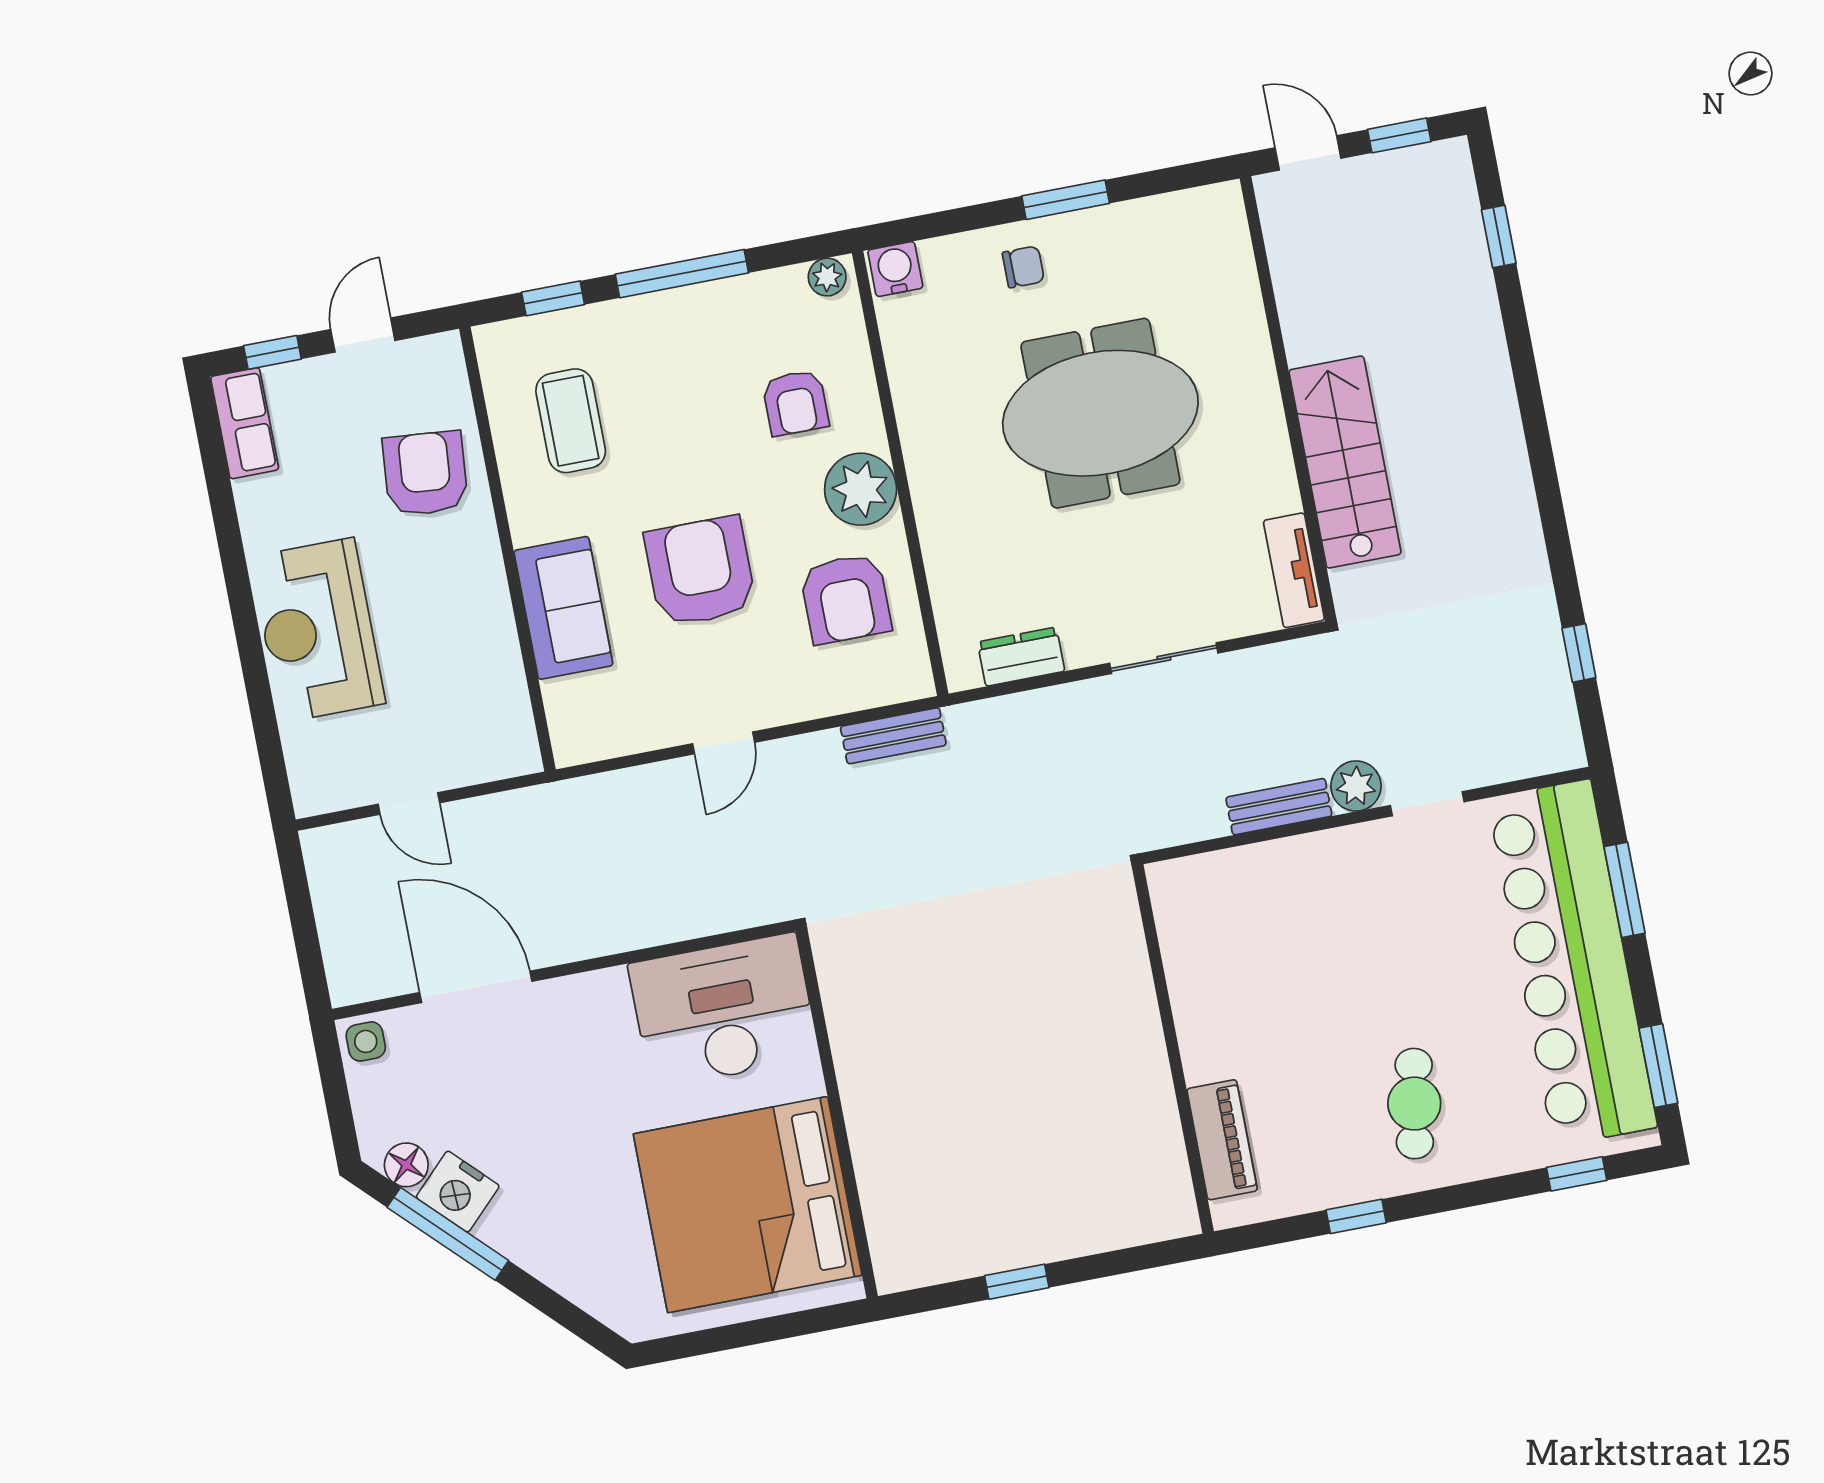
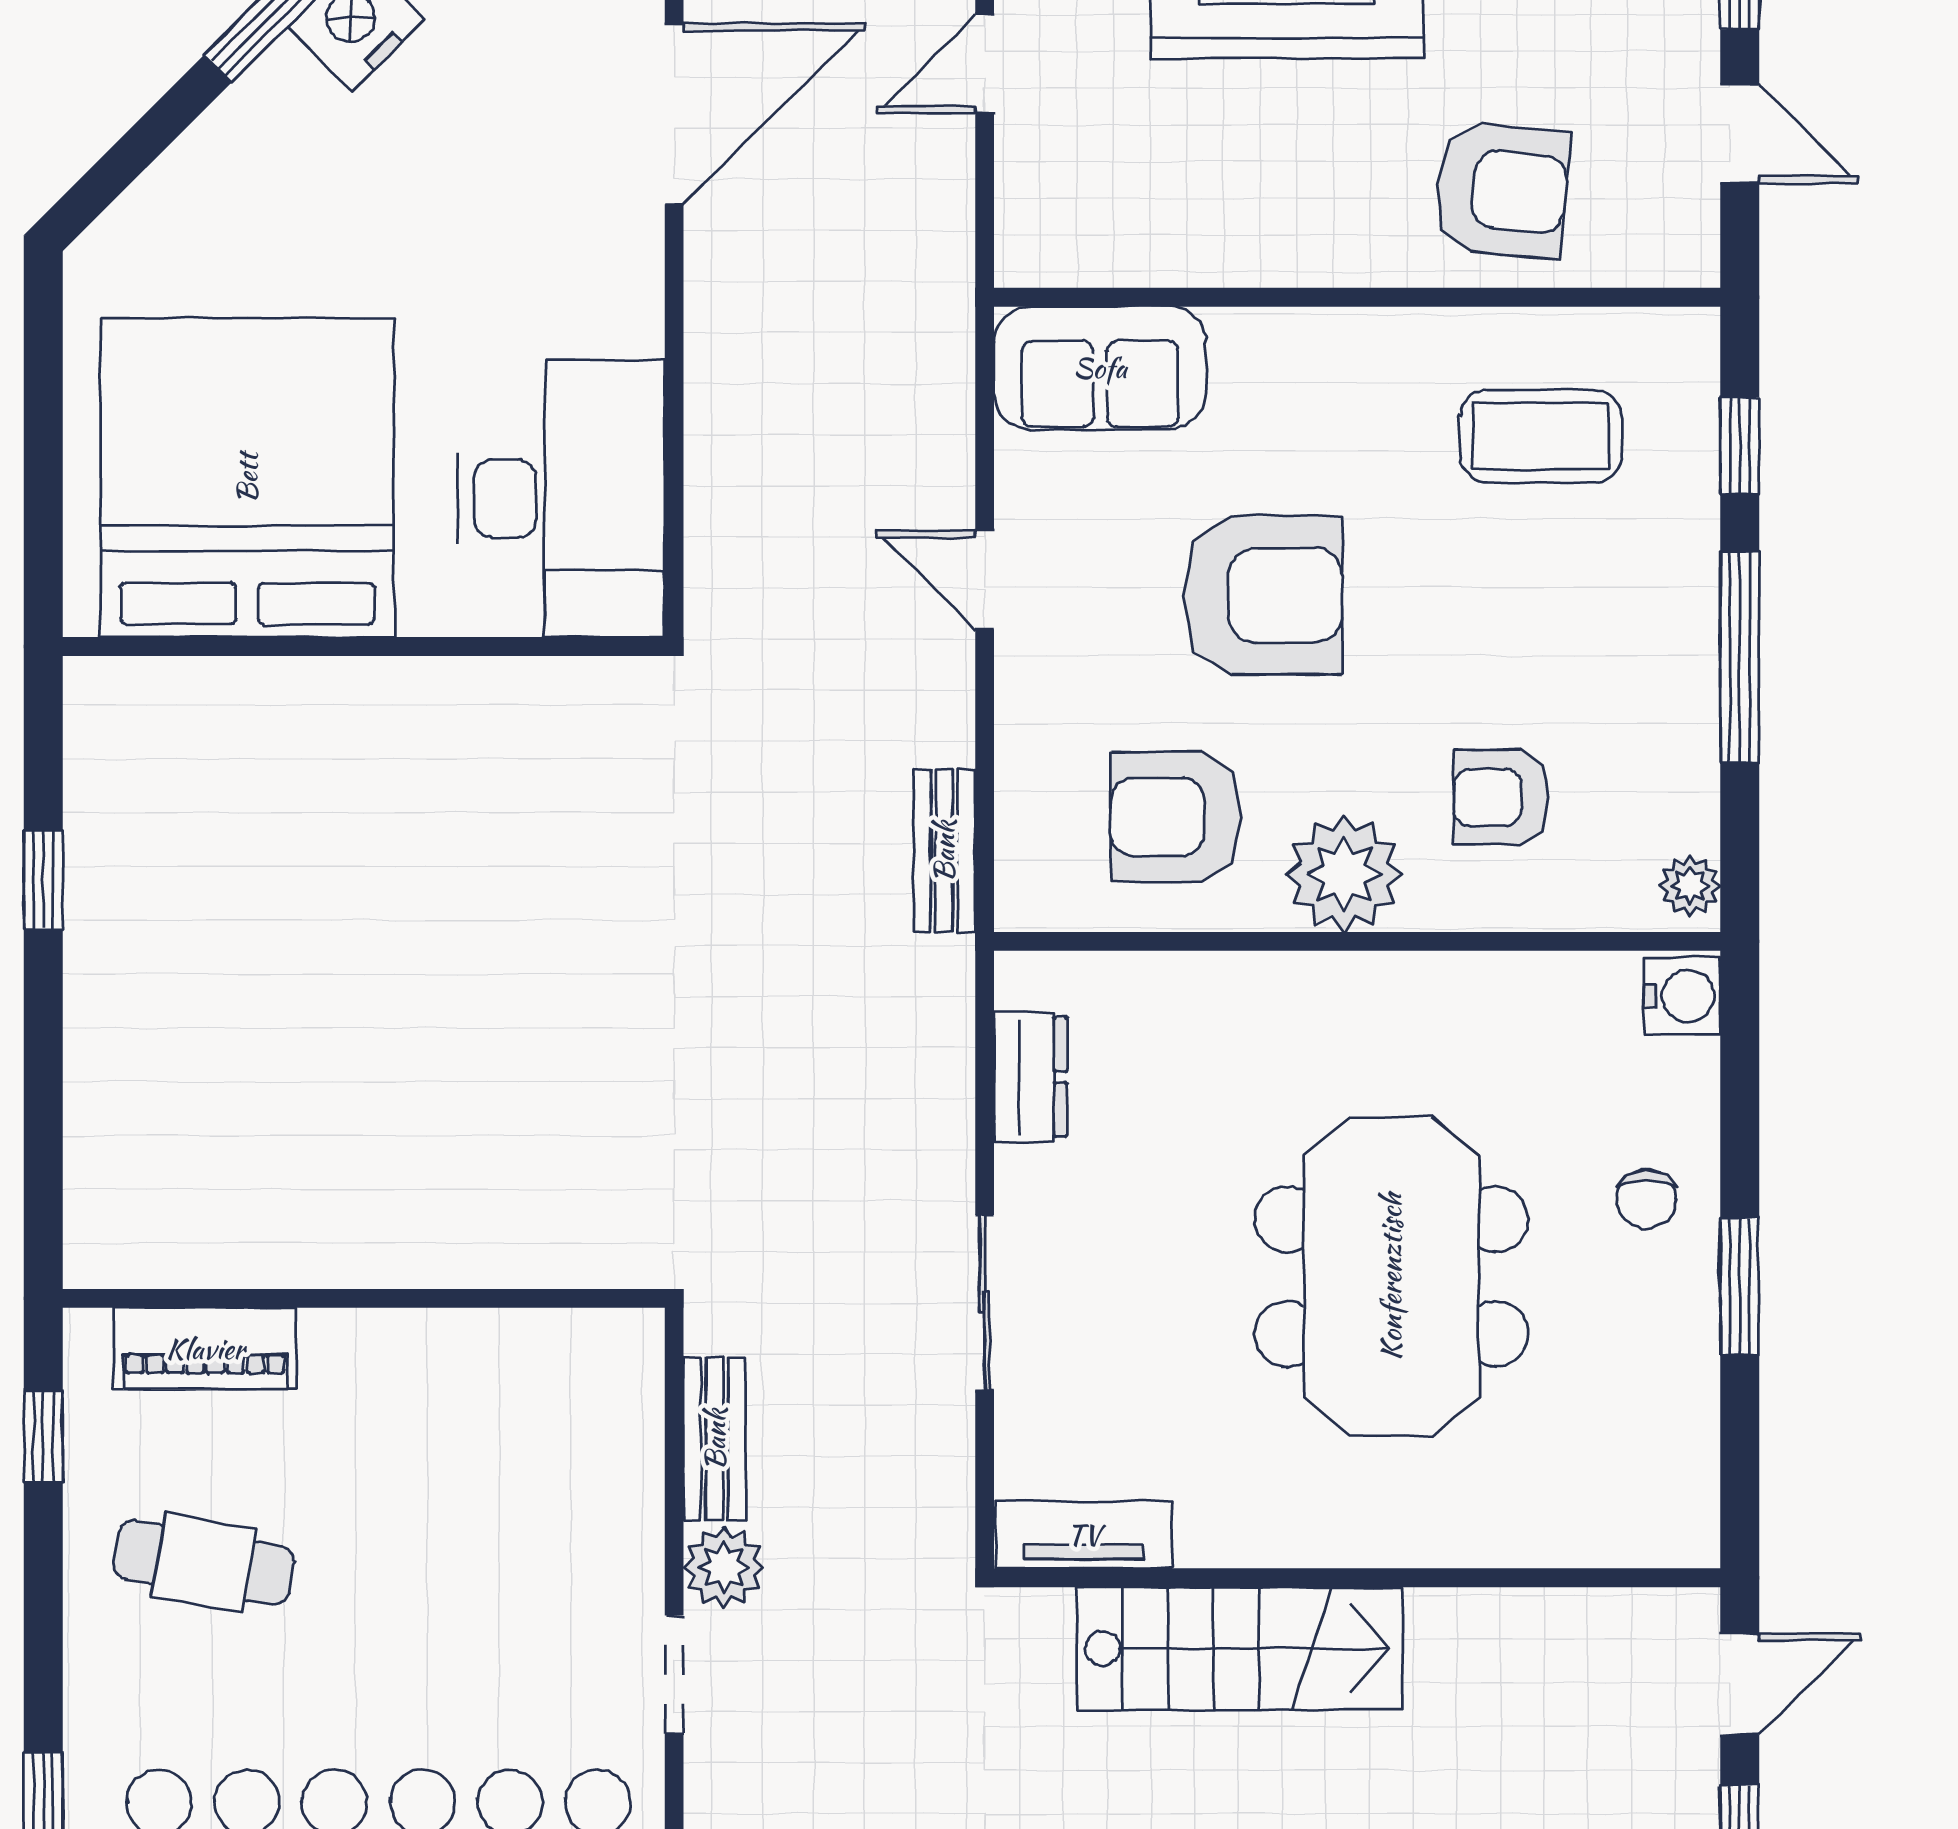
sofa: (563, 608) -> (1100, 368), moved
wall: (1173, 1049) -> (364, 1298), moved
piano: (1222, 1140) -> (205, 1349), moved

